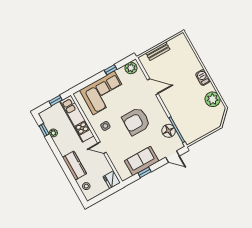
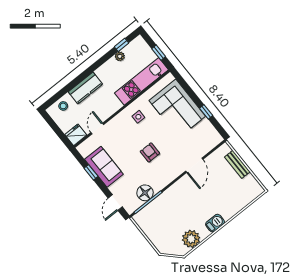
plant: (131, 68) -> (212, 136), removed
armchair: (136, 121) -> (150, 152), width x0.53, depth x0.53
door: (102, 148) -> (97, 129), moved

